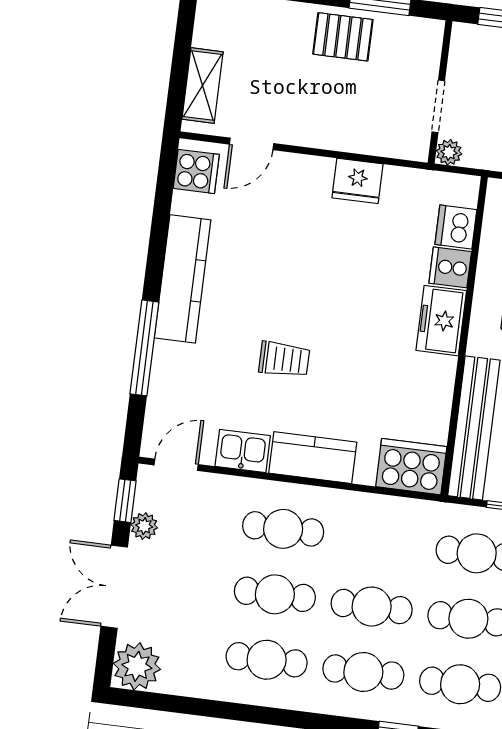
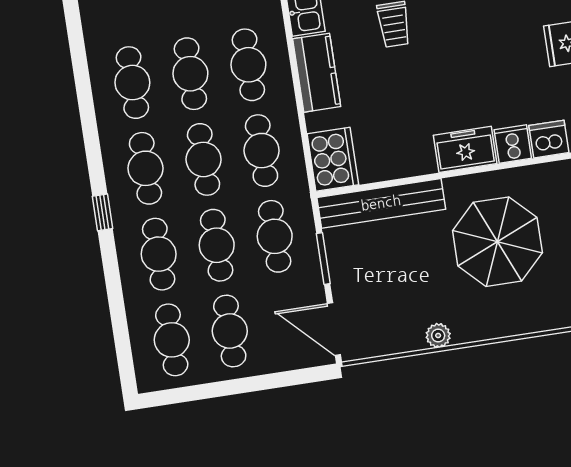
cafe table: (380, 541) -> (262, 151), added

